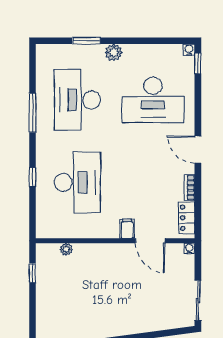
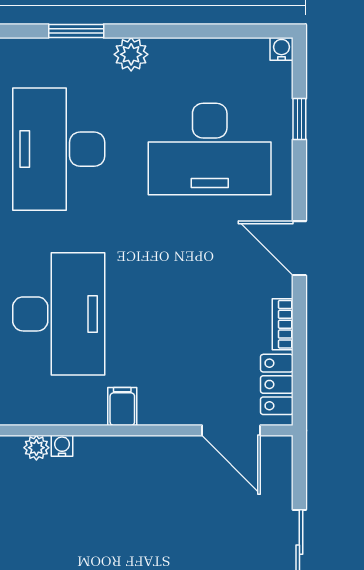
window: (198, 63) -> (299, 119), moved
filing cabinet: (127, 229) -> (122, 406), moved
door: (150, 241) -> (231, 430), moved
water cooler: (189, 248) -> (62, 446), moved

